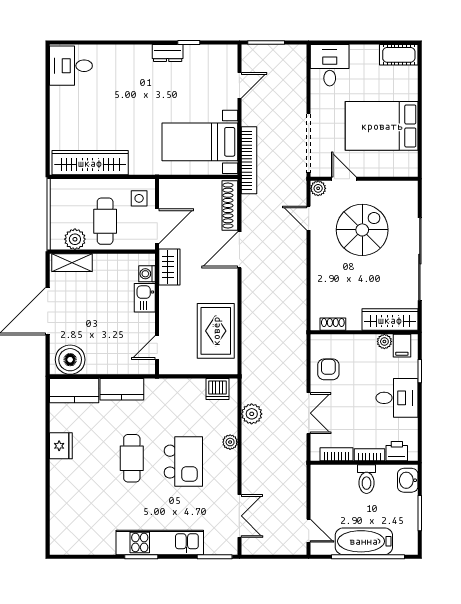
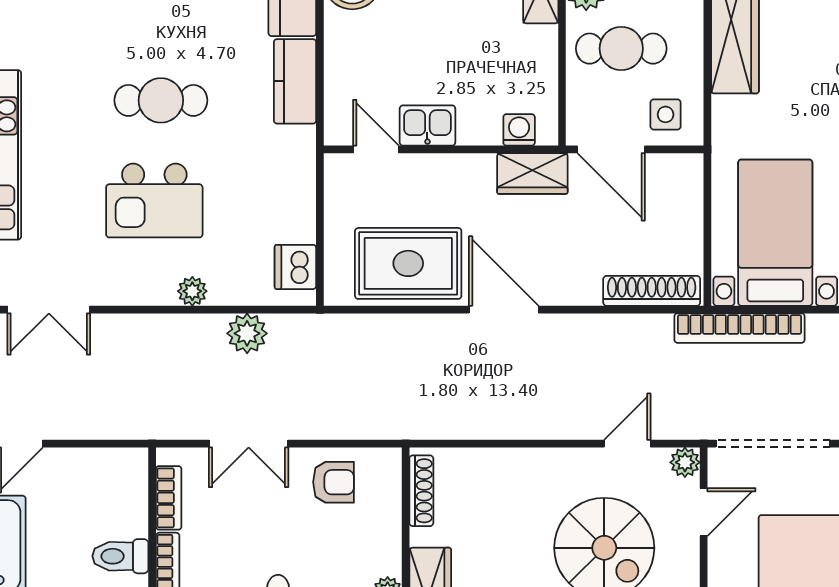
door: (239, 250) -> (504, 310), moved
kitchen sink: (145, 298) -> (427, 125), moved
shoe rack: (333, 324) -> (421, 491), width x1.43

